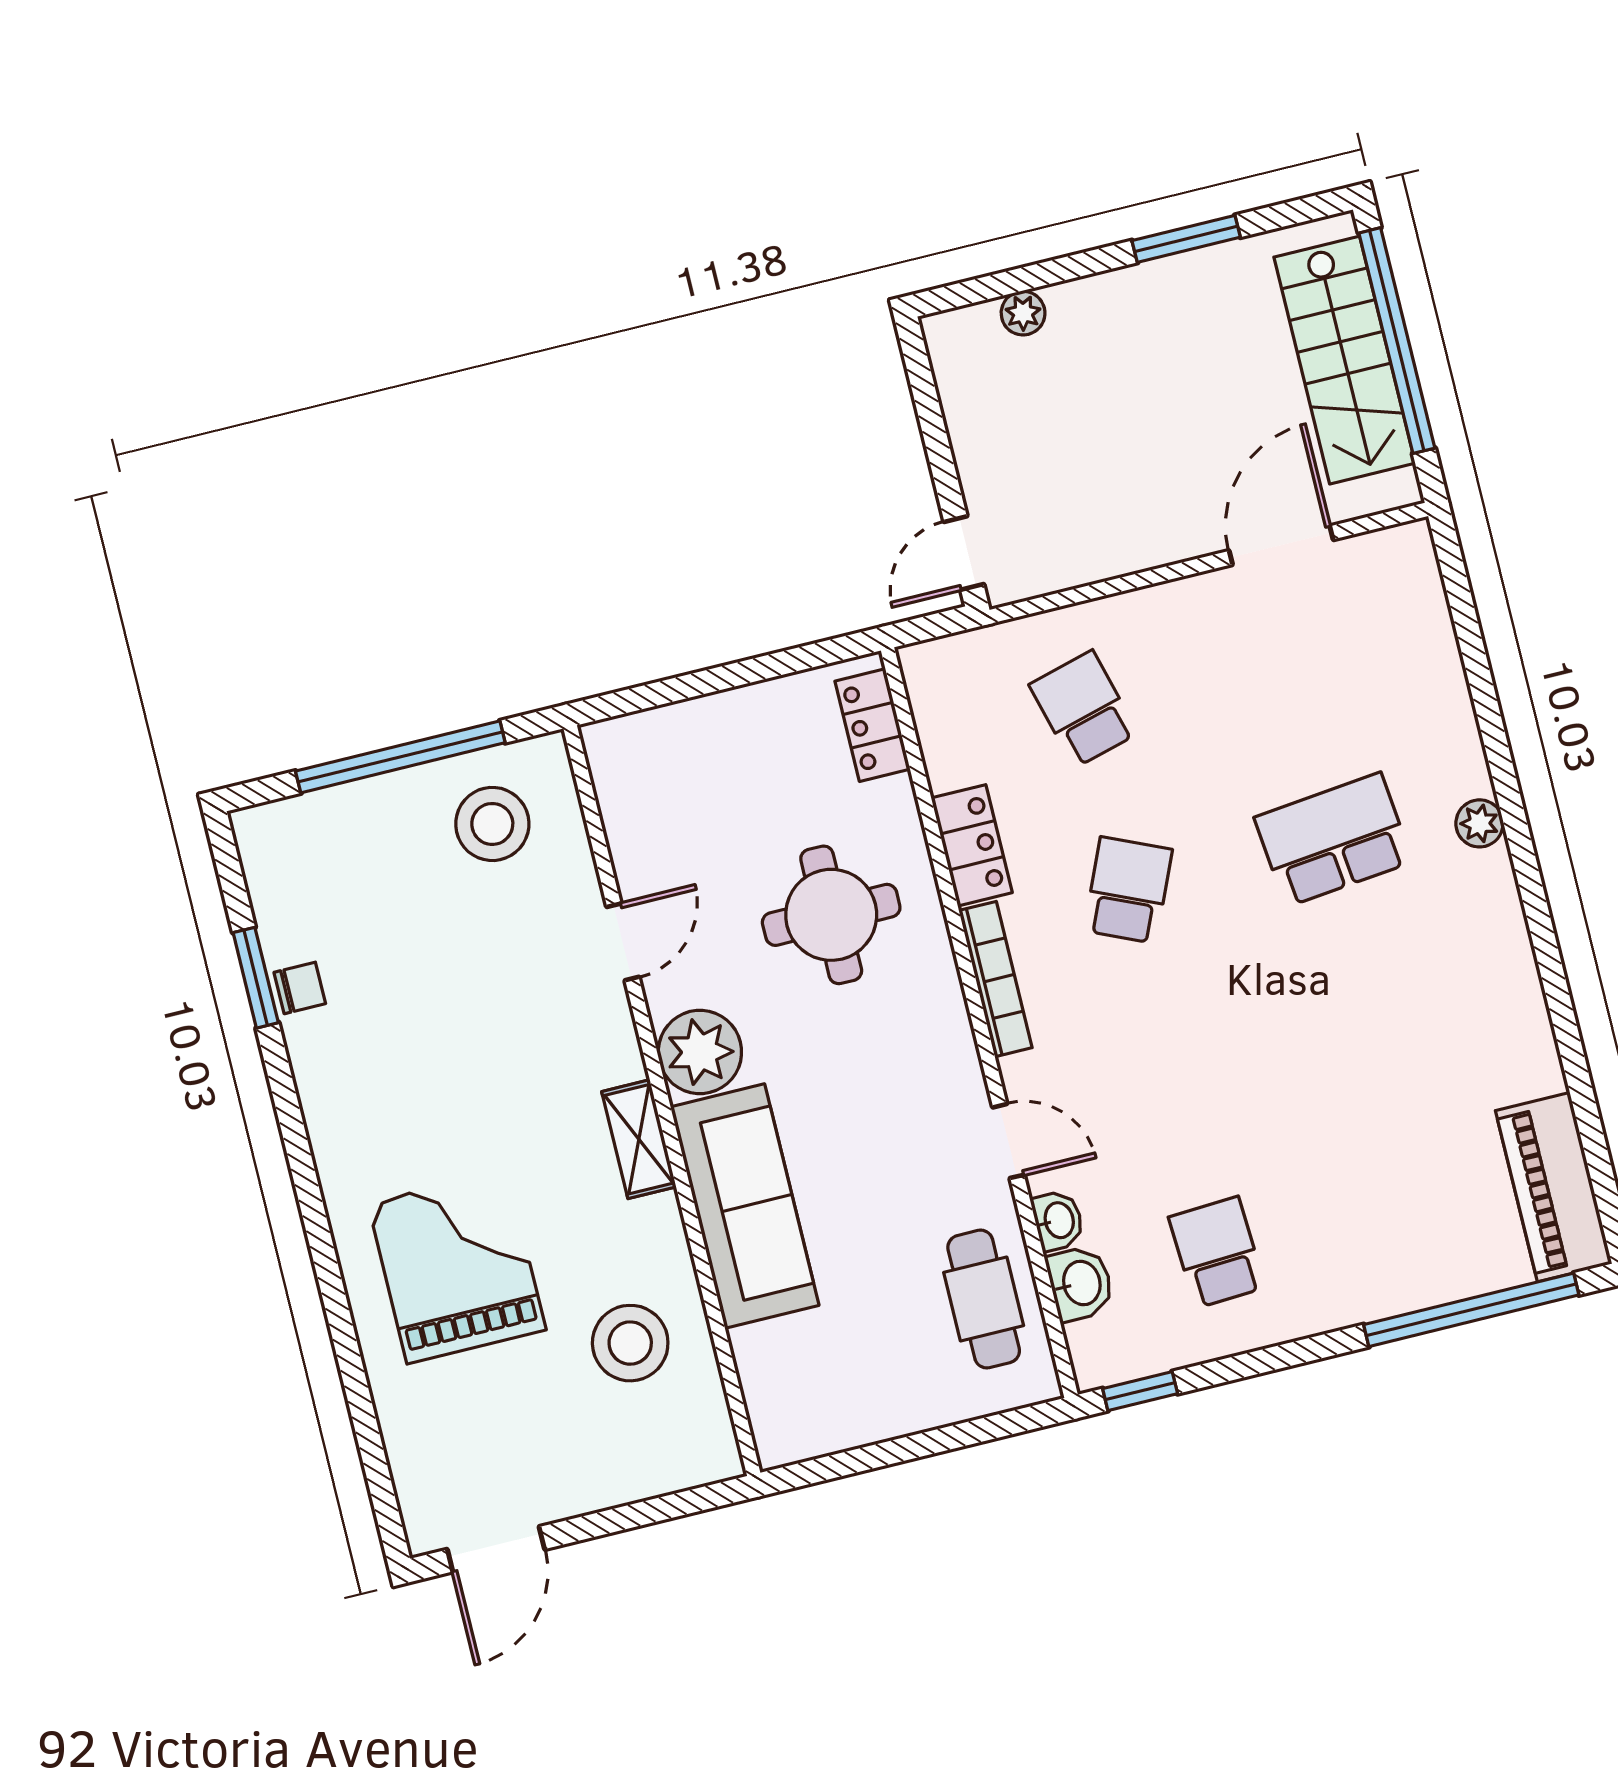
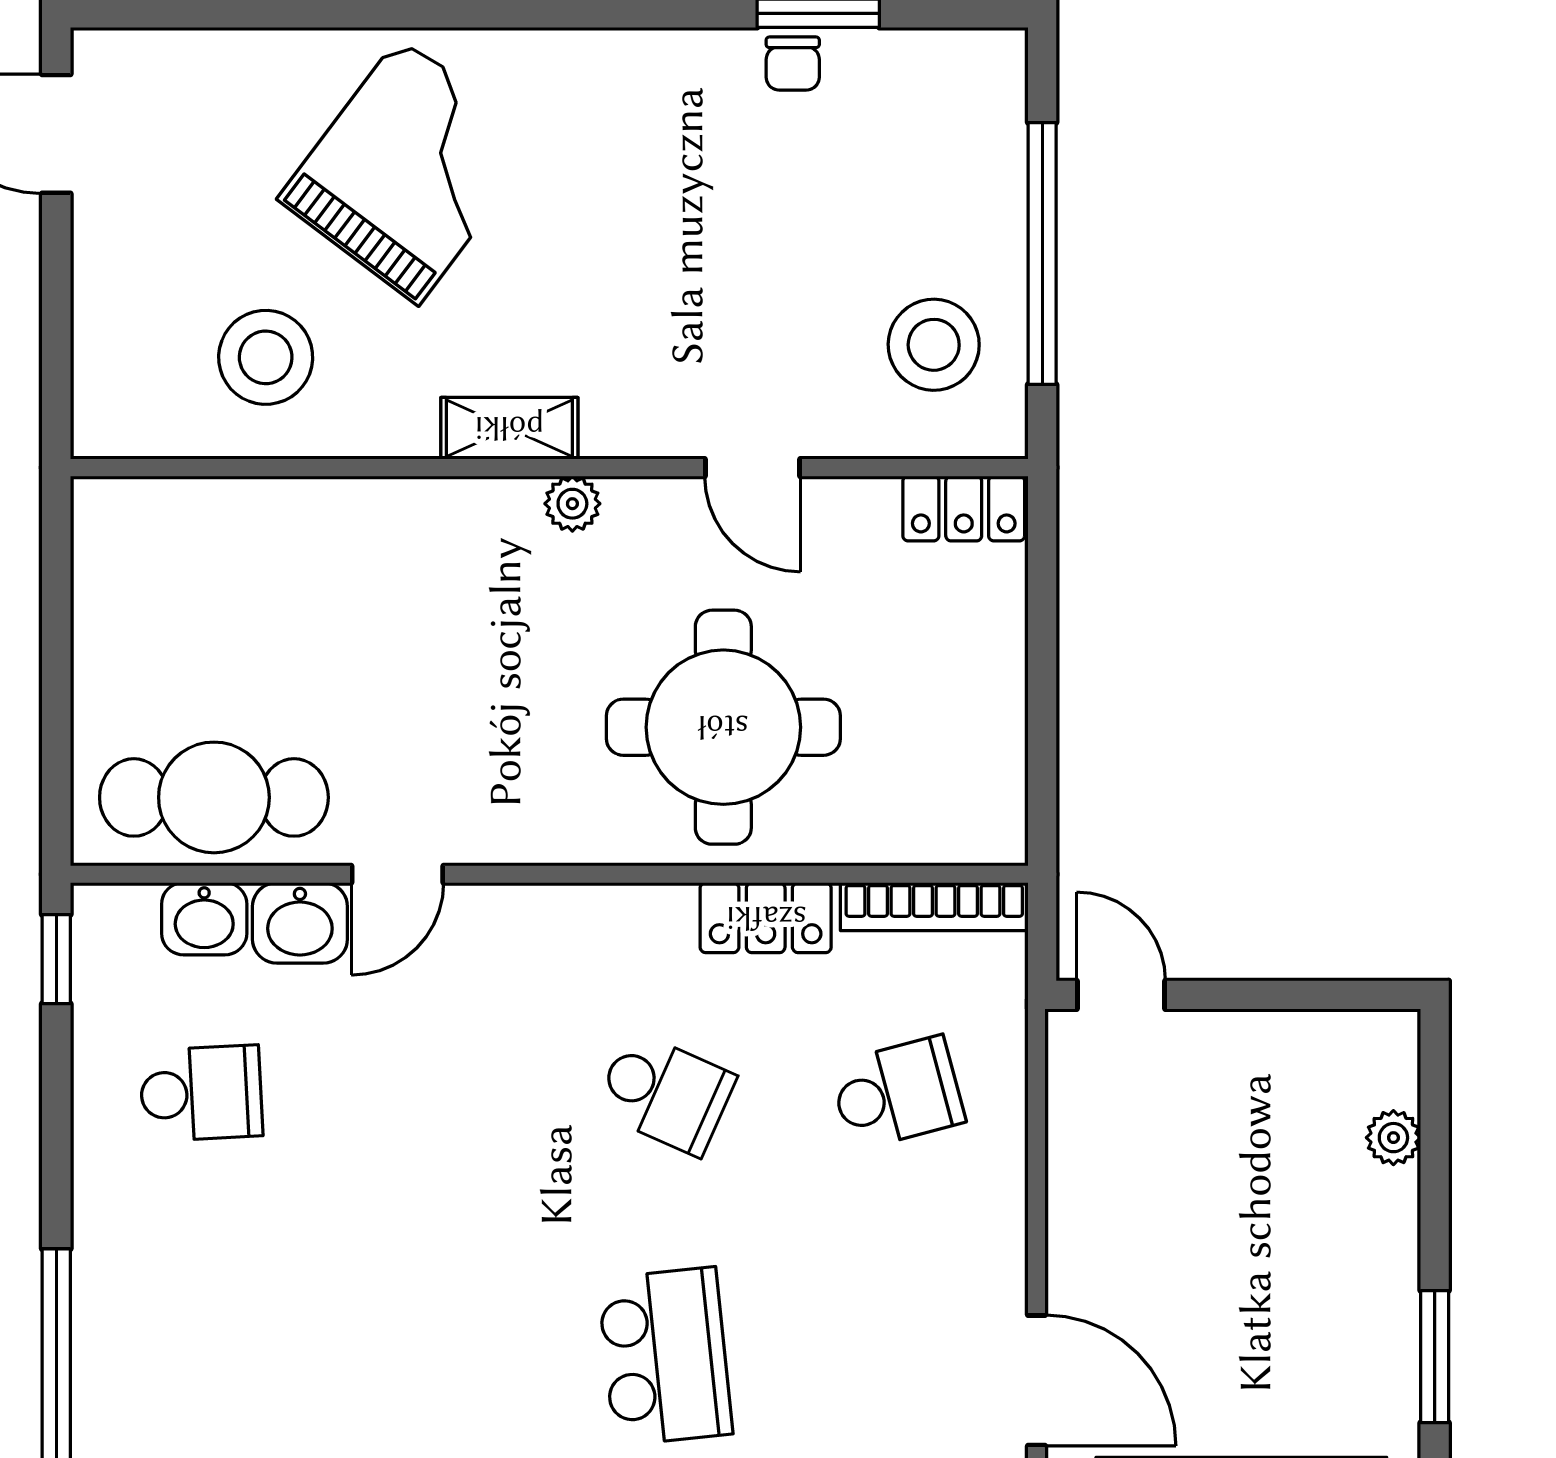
locker: (872, 725) -> (964, 508), moved, turned 180
round table: (831, 915) -> (723, 727), width x1.36, depth x1.36
bookcase: (995, 979) -> (934, 907), moved
plant: (700, 1052) -> (572, 504), width x0.53, depth x0.53
sofa: (745, 1206) -> (397, 536), removed
washbasin: (1058, 1220) -> (300, 923), width x1.38, depth x1.45
grand piano: (457, 1267) -> (409, 171), turned -53
cafe table: (984, 1299) -> (214, 797), width x1.37, depth x1.35

